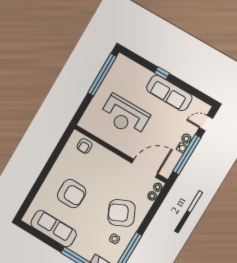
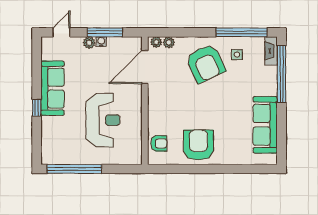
door: (206, 123) -> (61, 32), swing flipped
window: (187, 155) -> (105, 32), width x0.68
door: (145, 168) -> (145, 67), hinge flipped
armchair: (72, 194) -> (198, 145), moved

